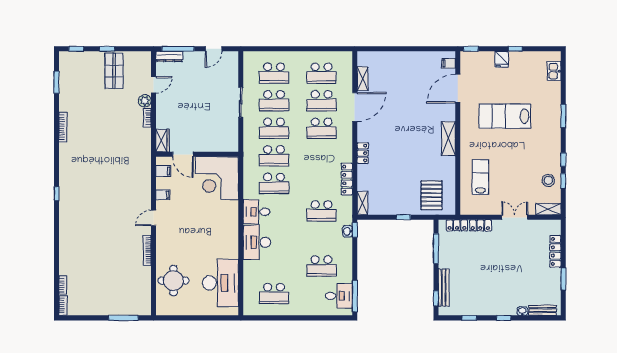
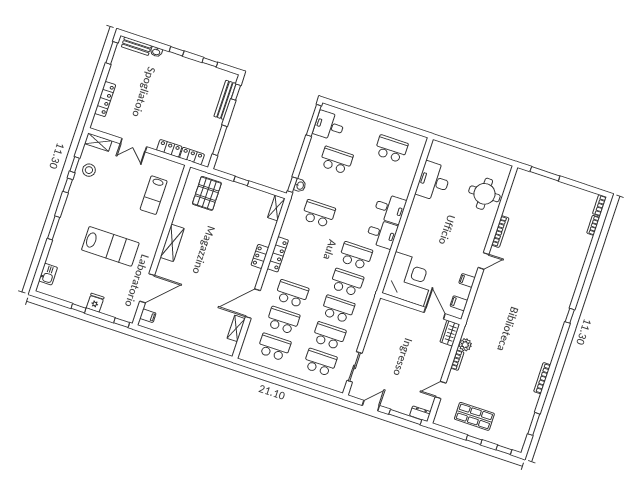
dresser: (169, 56) -> (420, 414), width x0.70
shop shelf: (114, 71) -> (474, 416), turned 90
plant: (145, 101) -> (465, 345), moved
sliding door: (241, 102) -> (354, 367), moved
locker: (347, 179) -> (278, 254), moved
desk: (257, 242) -> (390, 209), width x0.73
window: (563, 279) -> (112, 53), moved
desk: (220, 283) -> (434, 181), width x0.73, depth x0.77

